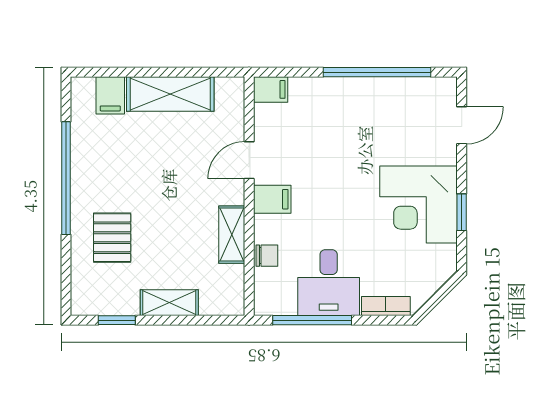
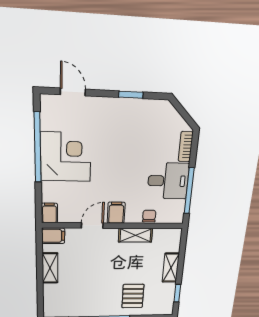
shelving: (170, 94) -> (50, 268), width x0.67, depth x0.75
filing cabinet: (110, 95) -> (53, 236), moved
door: (249, 160) -> (92, 226), swing flipped
corner desk: (419, 205) -> (66, 157), moved, turned -90
pallet: (112, 238) -> (133, 296), turned 90

